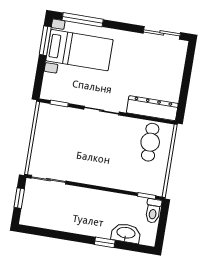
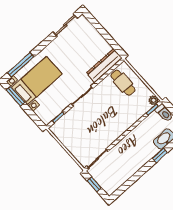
plant: (157, 189) -> (154, 100), added

